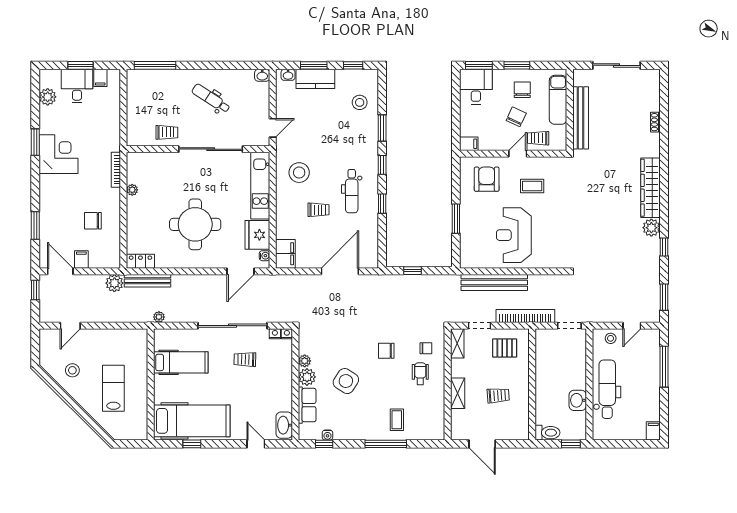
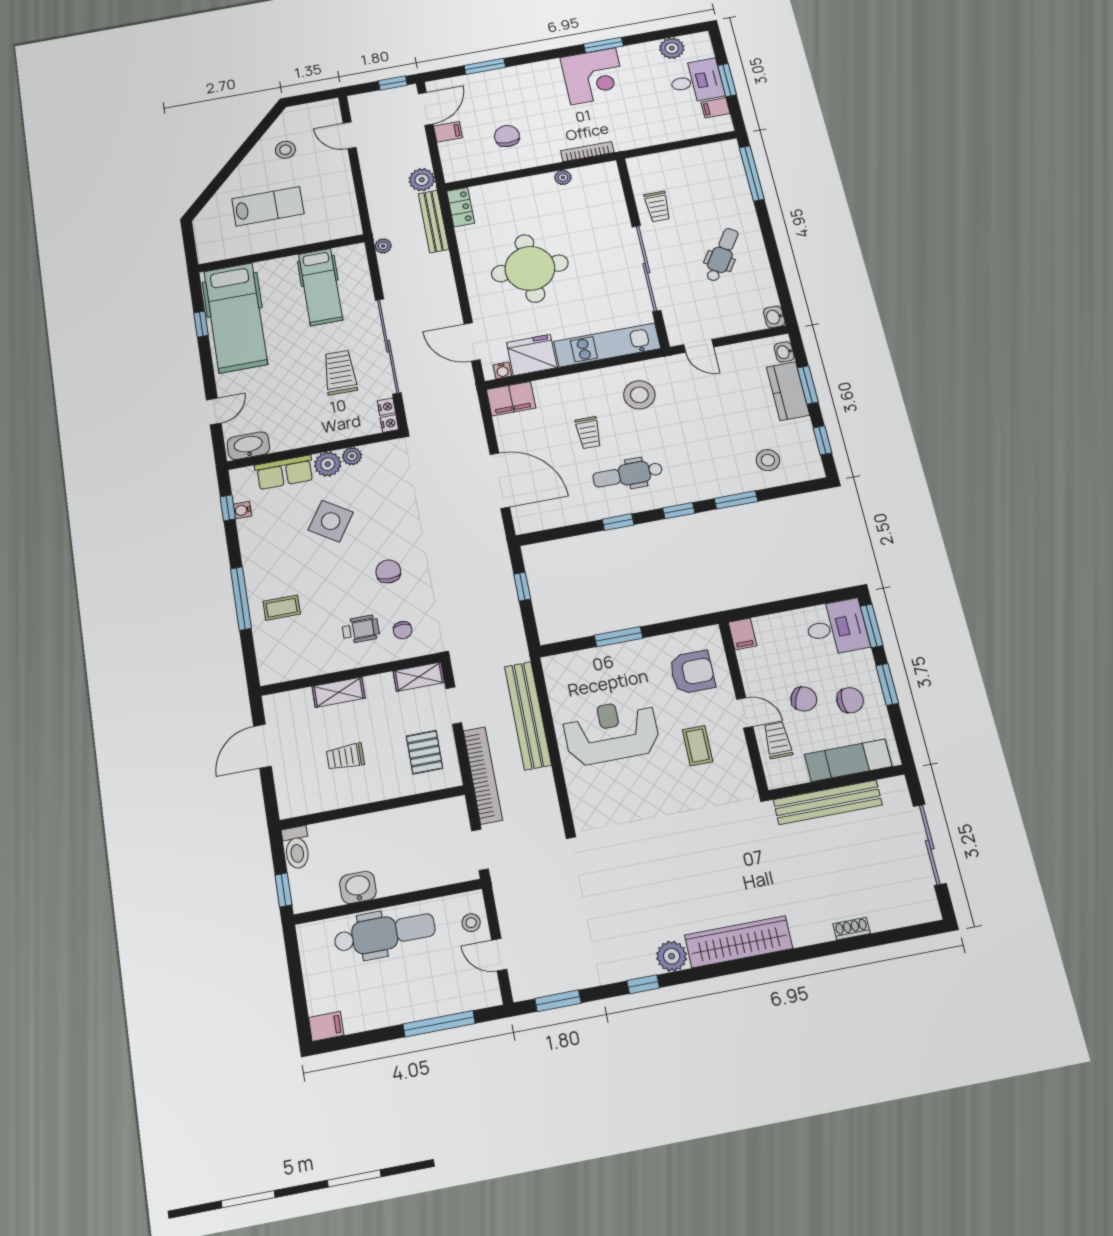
trolley: (245, 359) -> (340, 372), width x1.36, depth x1.39
trolley: (498, 395) -> (345, 757), turned 94

